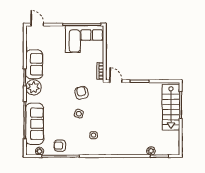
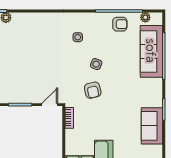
door: (116, 81) -> (50, 105), swing flipped
plant: (34, 87) -> (153, 97), removed

